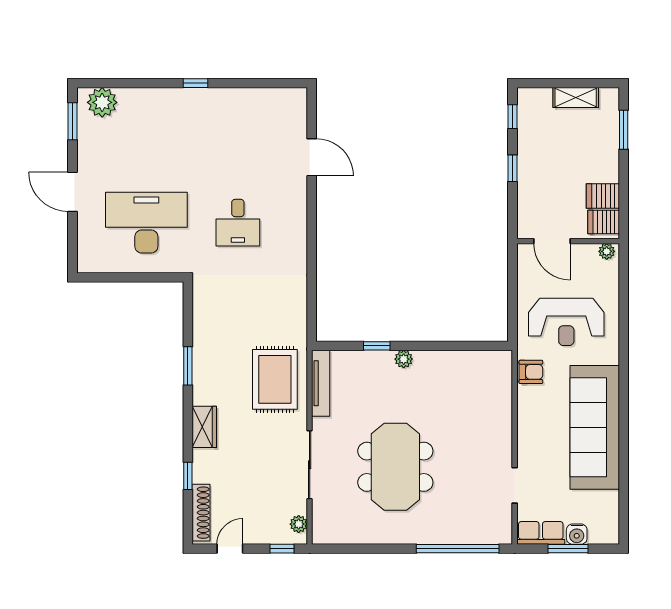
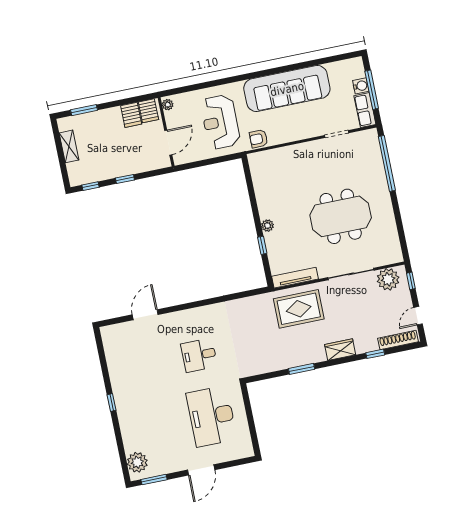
desk: (238, 223) -> (199, 355), turned 180
reception desk: (566, 322) -> (220, 122), turned 180
armchair: (531, 372) -> (259, 139), turned -90
plant: (299, 524) -> (388, 279), width x1.87, depth x1.87
door: (230, 549) -> (418, 316), hinge flipped
window: (568, 549) -> (372, 90), width x1.44

